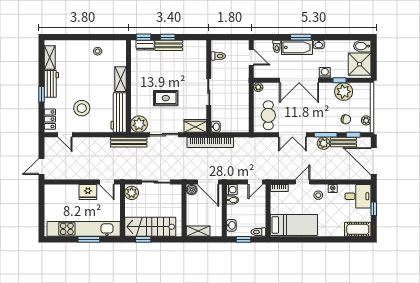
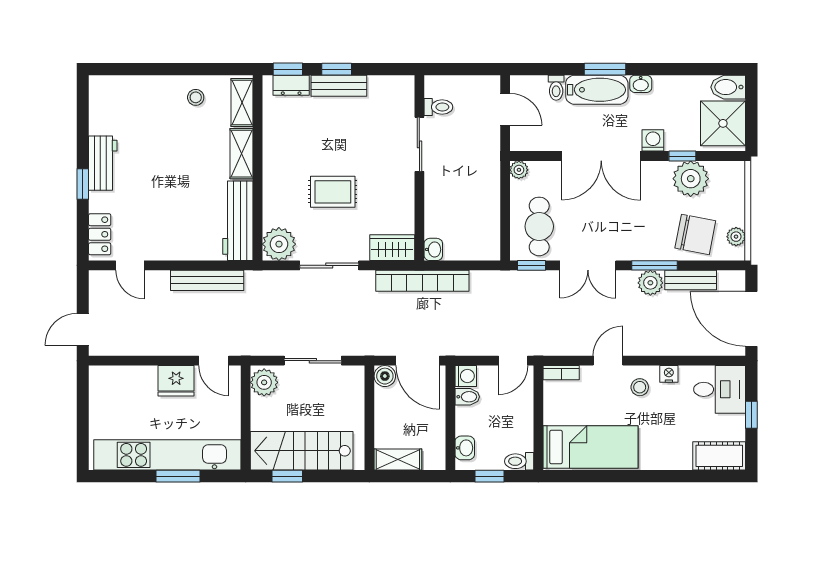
shelving: (50, 57) -> (242, 102), moved
sliding door: (209, 92) -> (419, 144), moved
stool: (82, 108) -> (164, 212), removed
chair: (346, 119) -> (695, 234), width x1.87, depth x1.87
window: (353, 135) -> (532, 265), moved
bench: (129, 142) -> (207, 280), moved

